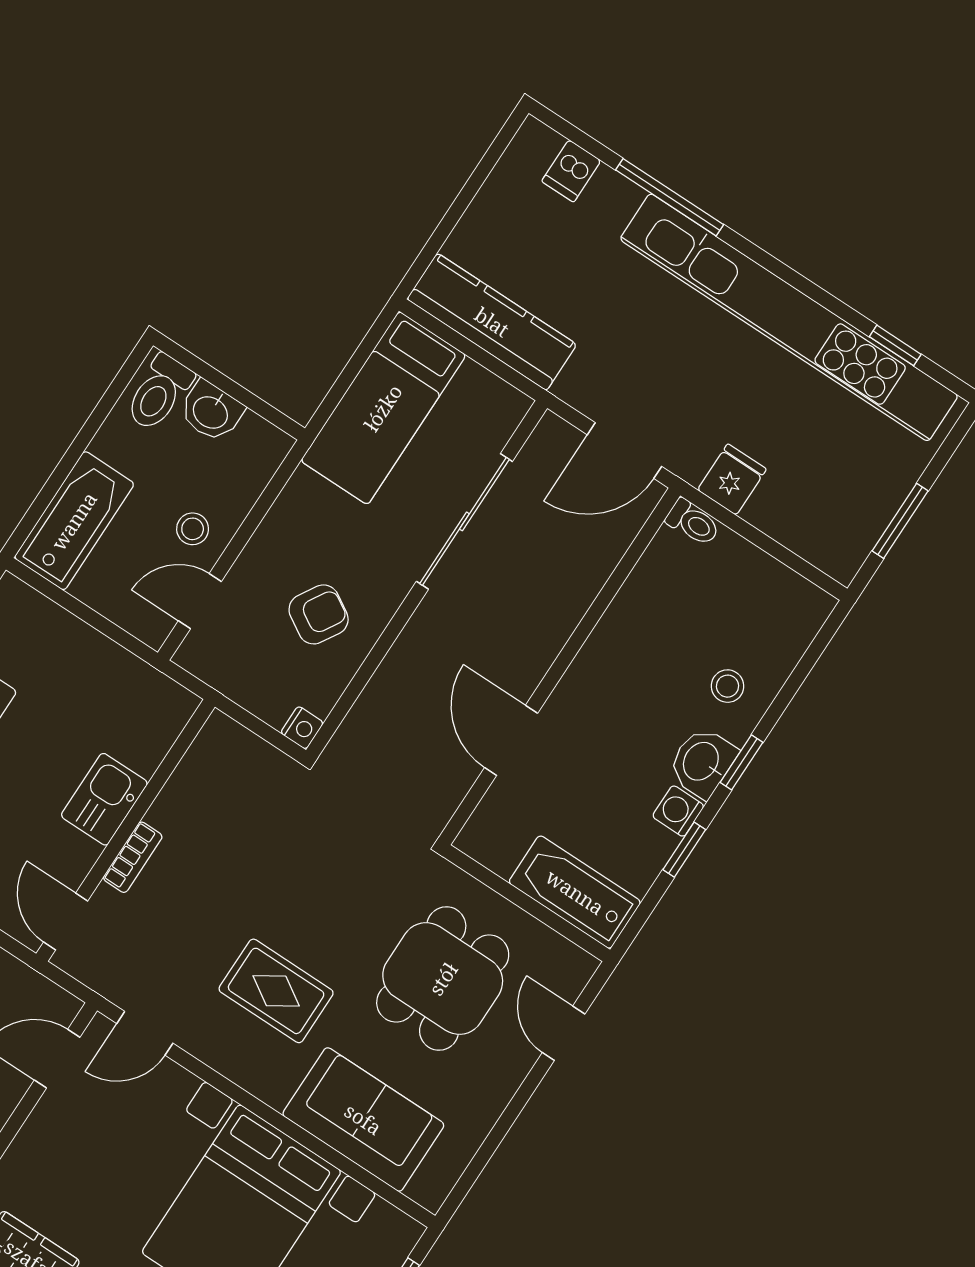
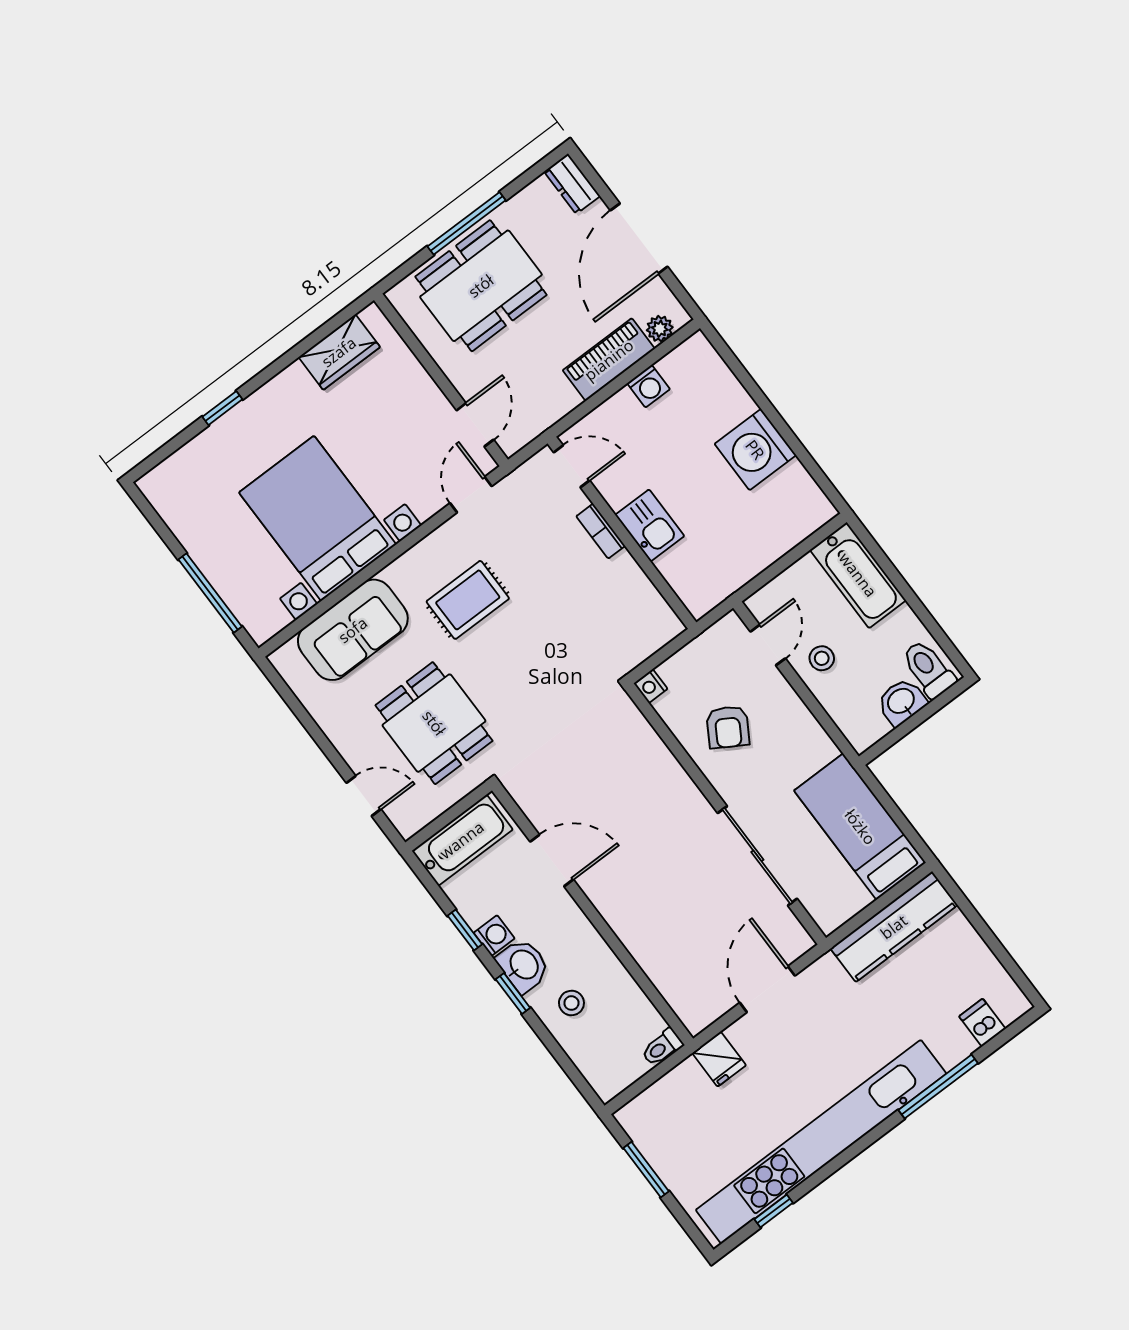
toilet: (693, 522) -> (662, 1047), moved
wall: (560, 666) -> (593, 914), moved
door: (511, 740) -> (552, 861), moved

